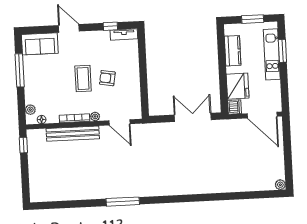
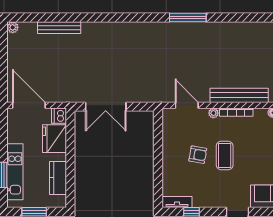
bench: (238, 187) -> (59, 28), added

